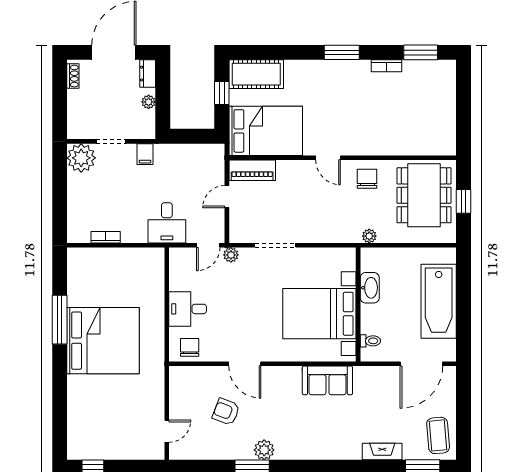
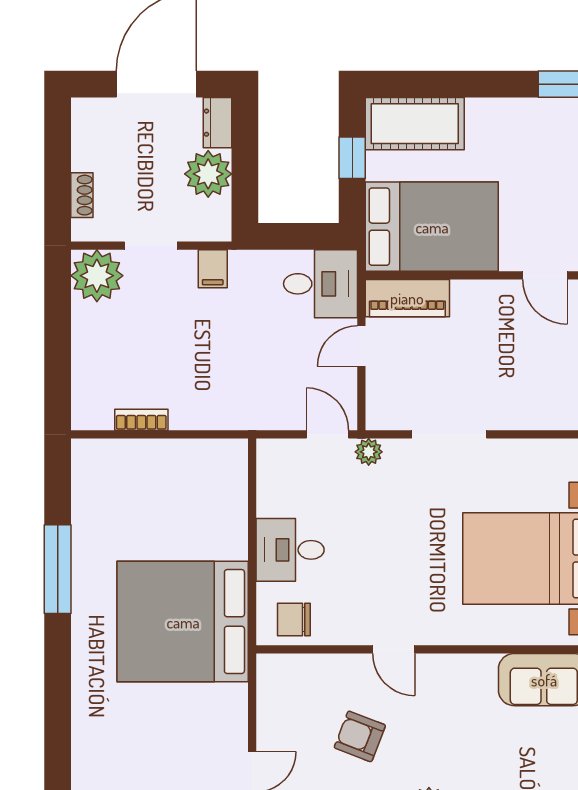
shoe rack: (73, 76) -> (82, 195), moved
plant: (149, 102) -> (208, 174), width x1.88, depth x1.88
desk: (167, 223) -> (321, 284), moved, turned -90
door: (208, 245) -> (327, 434), swing flipped
bed: (103, 341) -> (183, 622), moved, turned 180
chair: (190, 347) -> (294, 620), turned -90
door: (245, 364) -> (394, 649), width x0.73

